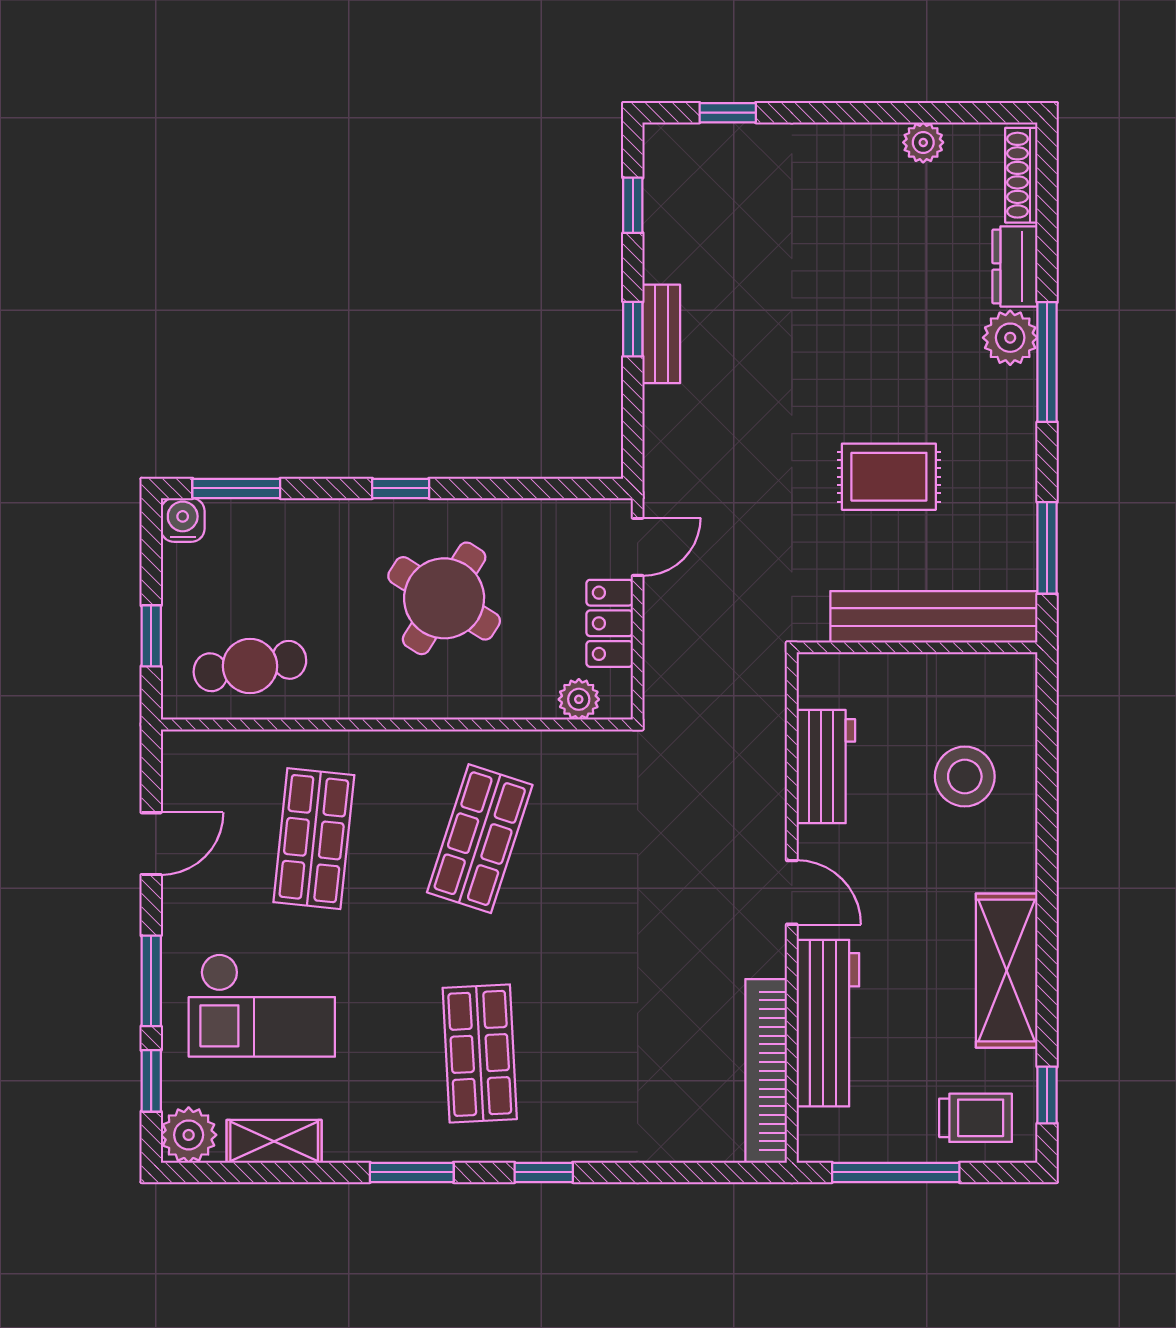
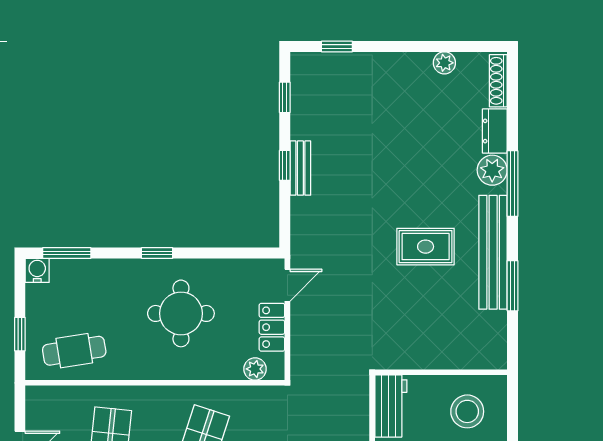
round table: (444, 598) -> (181, 313), turned -32
bench: (934, 617) -> (493, 252), moved, turned 90
wall: (917, 647) -> (441, 372), moved

